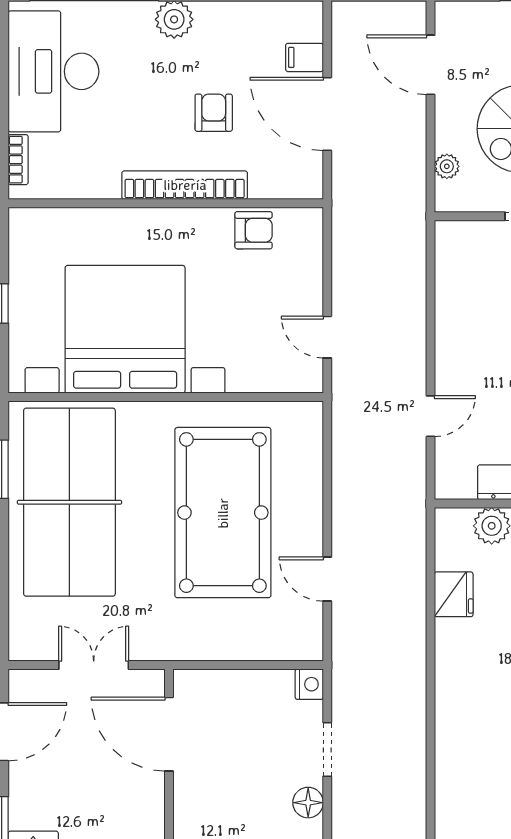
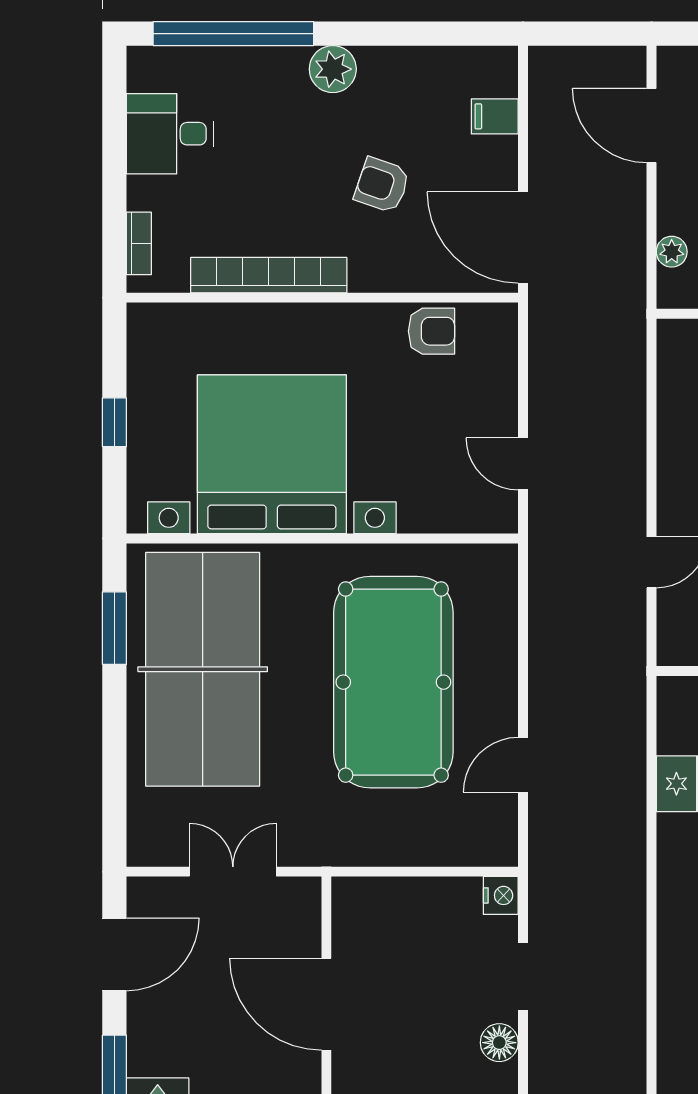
desk: (53, 71) -> (170, 134), width x0.53, depth x0.77
armchair: (214, 113) -> (382, 185), turned -71
door: (327, 114) -> (523, 238), moved
bookcase: (185, 185) -> (269, 275), moved
door: (327, 579) -> (523, 765), hinge flipped
door: (169, 734) -> (326, 1004), moved

